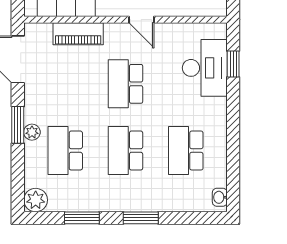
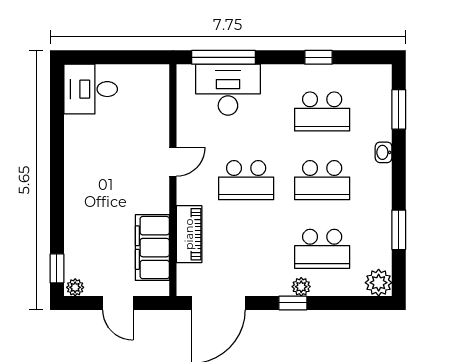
window: (233, 64) -> (224, 57), width x2.17
window: (18, 125) -> (293, 303), width x0.67
window: (233, 147) -> (318, 57), added
washbasin: (220, 197) -> (384, 152), moved, turned 90
window: (141, 218) -> (399, 109), moved

